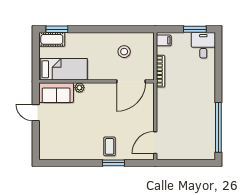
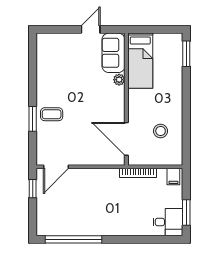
cot: (52, 39) -> (175, 48), removed
door: (155, 143) -> (56, 167), swing flipped
window: (174, 163) -> (33, 189), added

